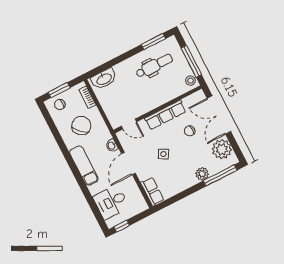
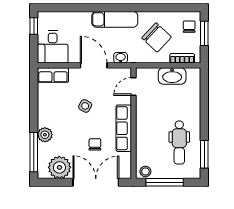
washbasin: (104, 79) -> (172, 76), moved, turned -90
desk: (111, 202) -> (53, 47), moved, turned 180

